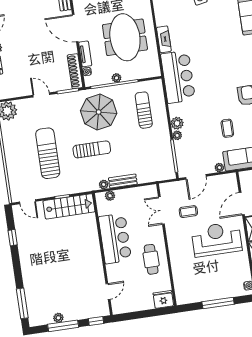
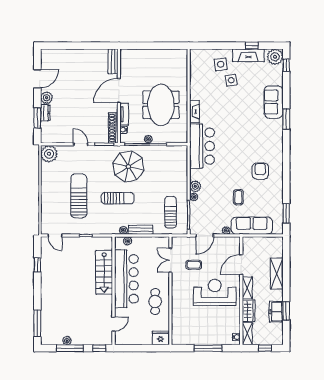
door: (75, 28) -> (119, 90), hinge flipped
sun lounger: (144, 110) -> (170, 212), moved
stairs: (69, 206) -> (104, 272), moved, turned 90
bar counter: (115, 239) -> (126, 279), width x1.36

